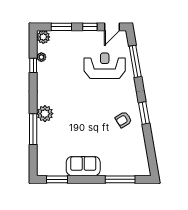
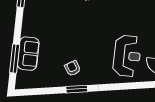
window: (135, 61) -> (128, 86), removed
sofa: (83, 166) -> (28, 54), moved

